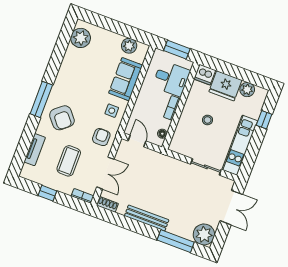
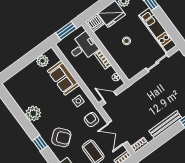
plant: (81, 38) -> (33, 113), moved
window: (41, 99) -> (40, 143), width x0.46
double door: (105, 173) -> (117, 133), swing flipped

